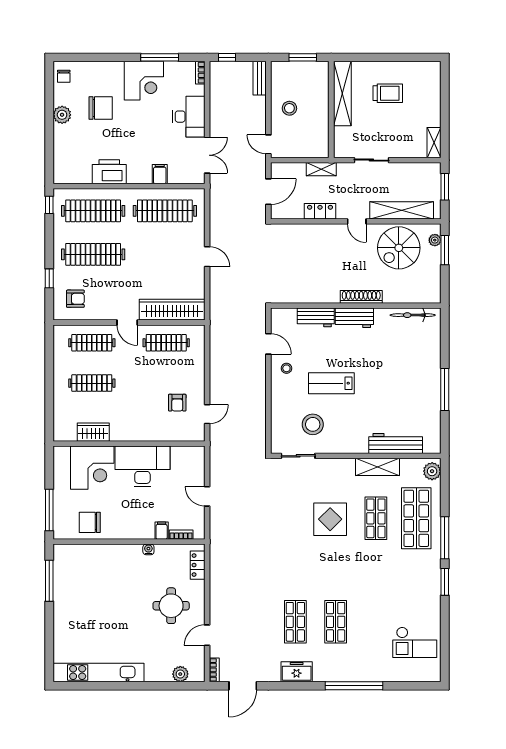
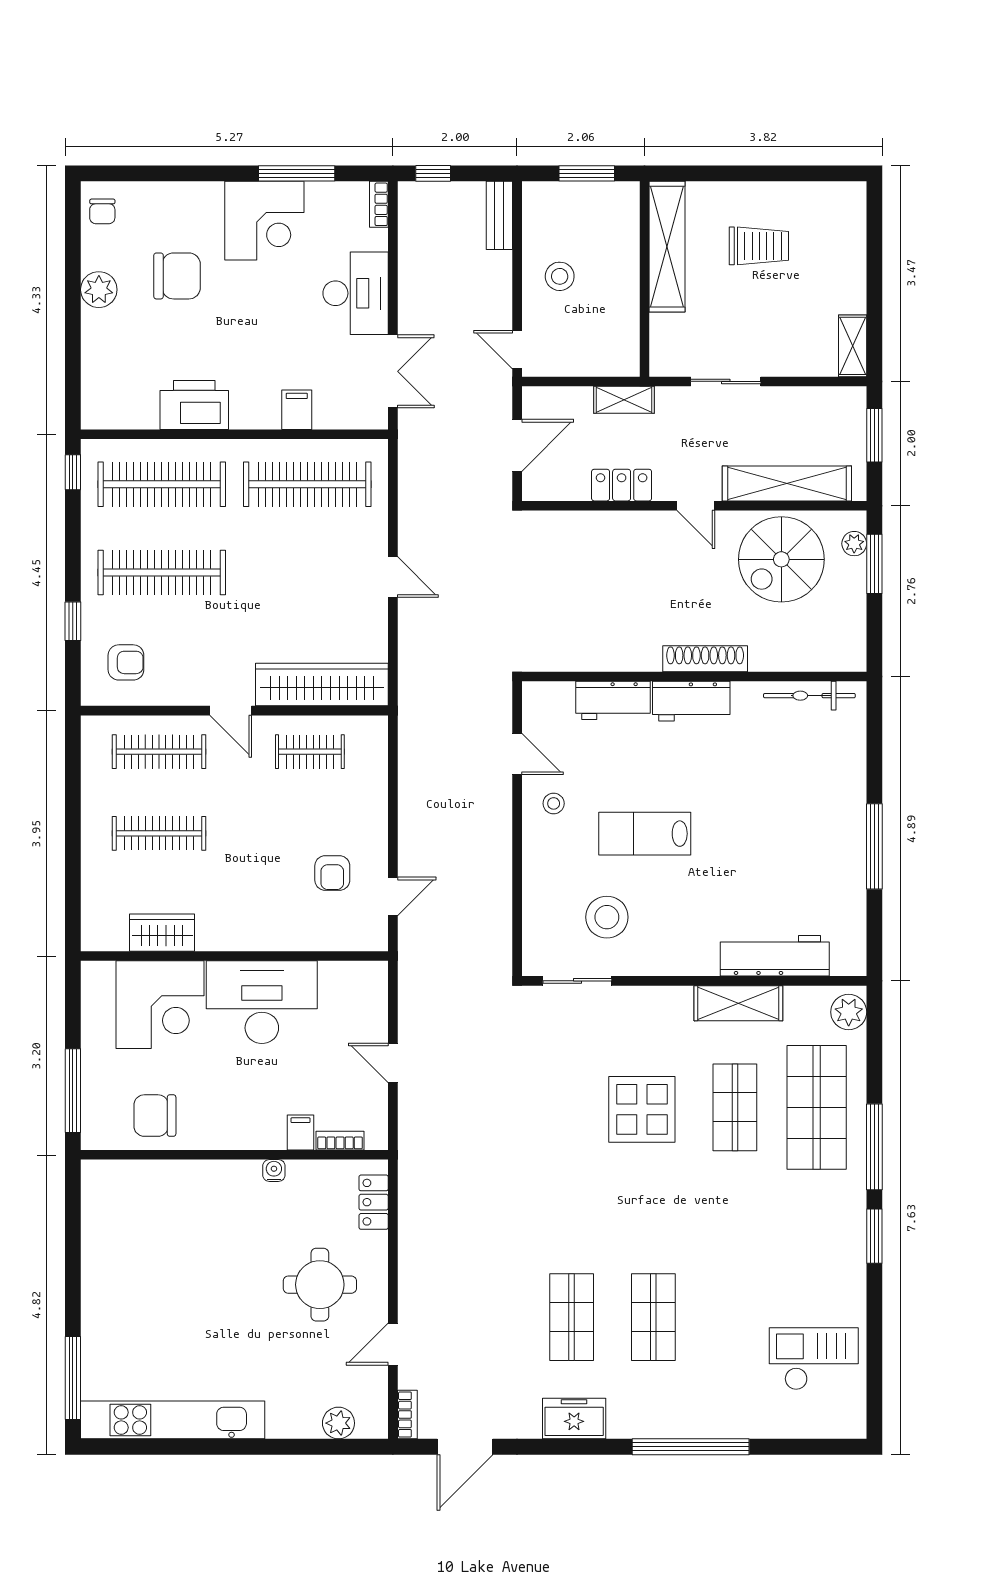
clothes rail: (166, 343) -> (310, 752), width x0.73
window: (49, 581) -> (73, 1378), moved
checkout: (415, 642) -> (814, 1359), turned 180

